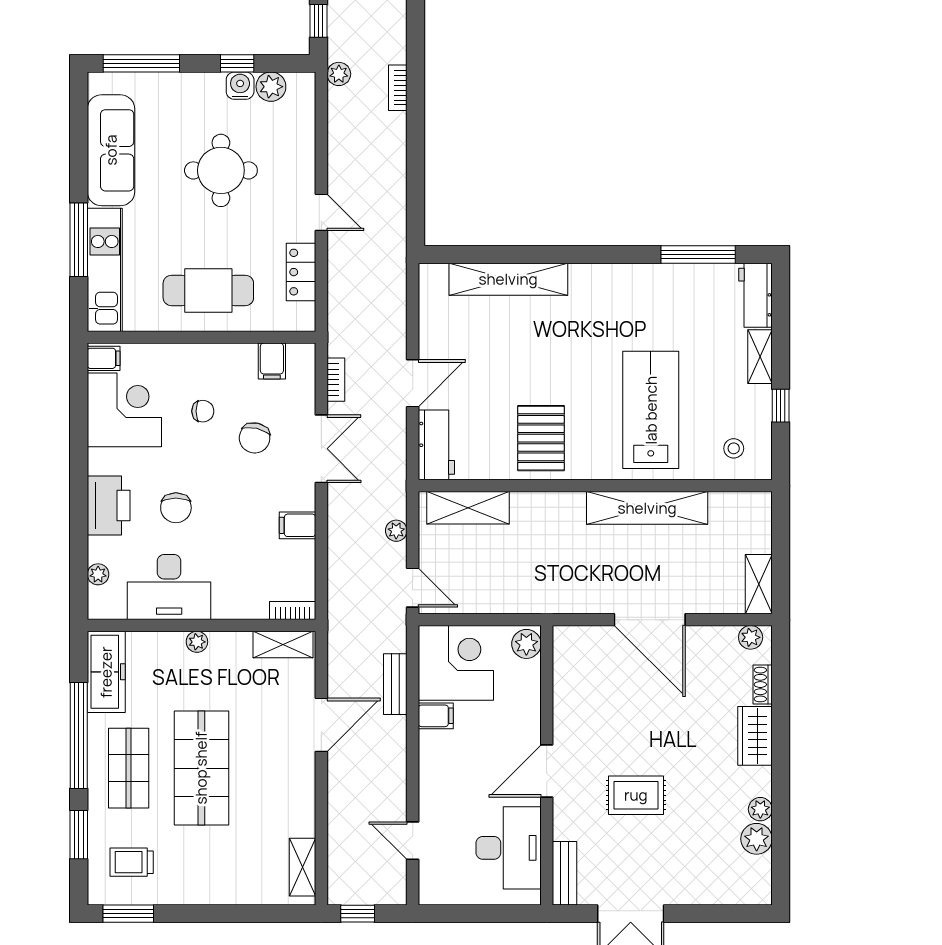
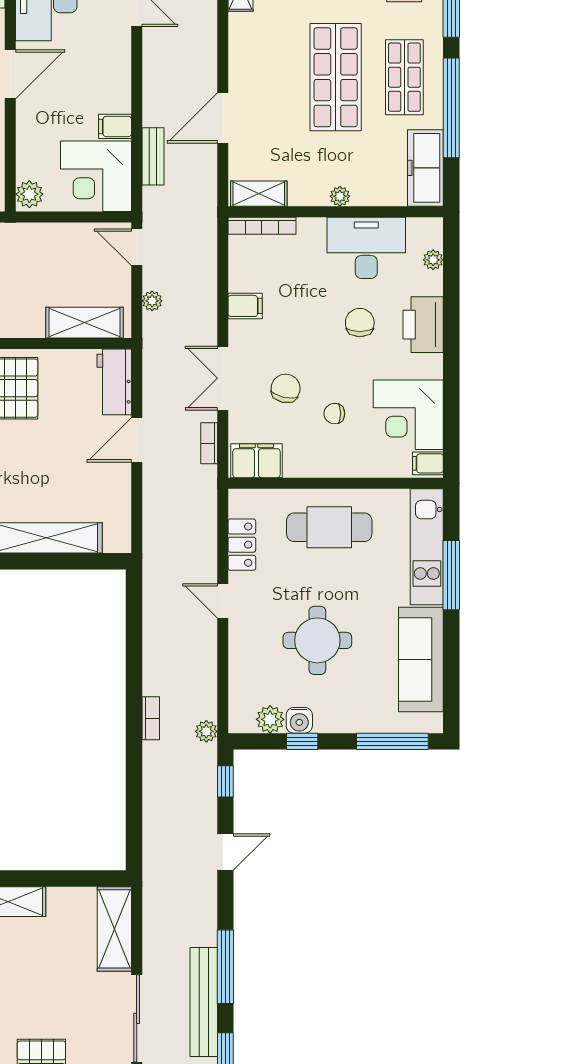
filing cabinet: (272, 361) -> (256, 461), width x2.00
bookcase: (293, 610) -> (262, 226), width x1.56

